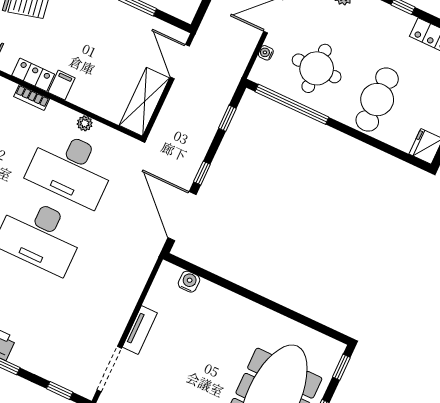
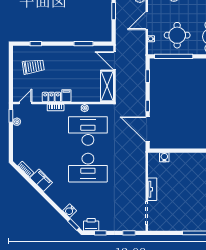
desk: (71, 168) -> (88, 131), turned 180

